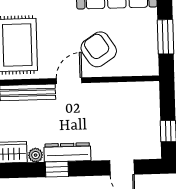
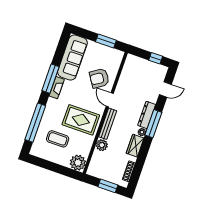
window: (57, 169) -> (153, 124), width x2.17

